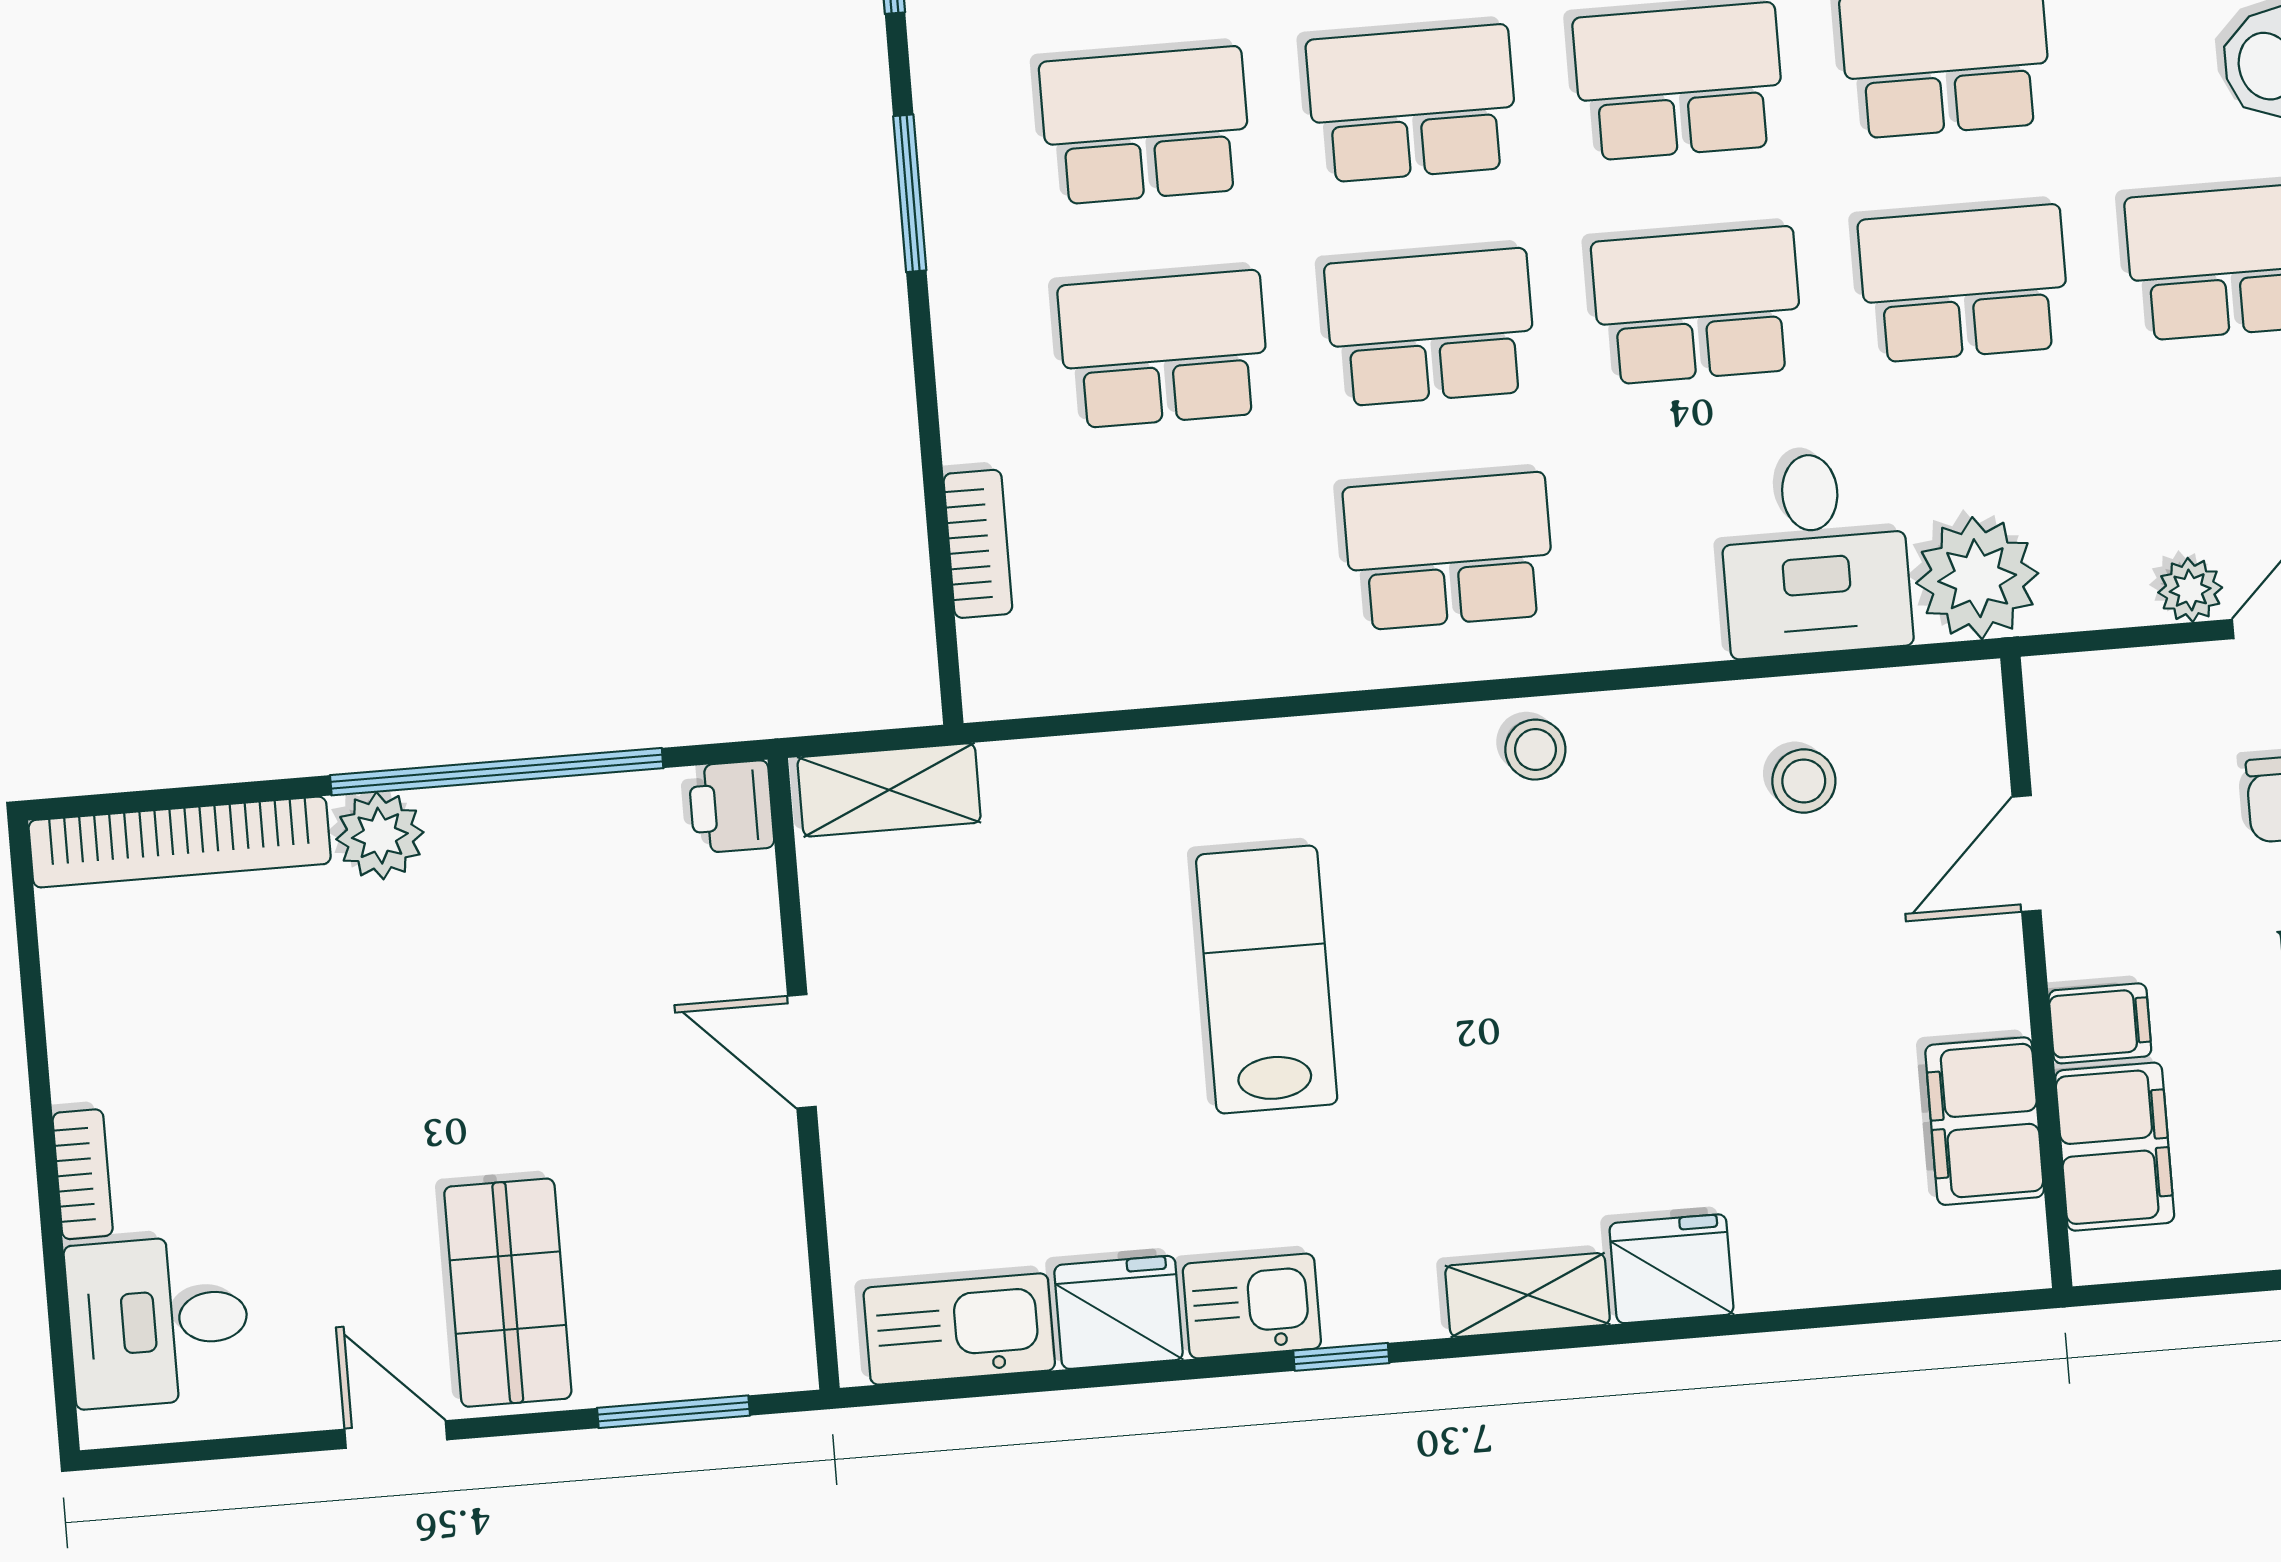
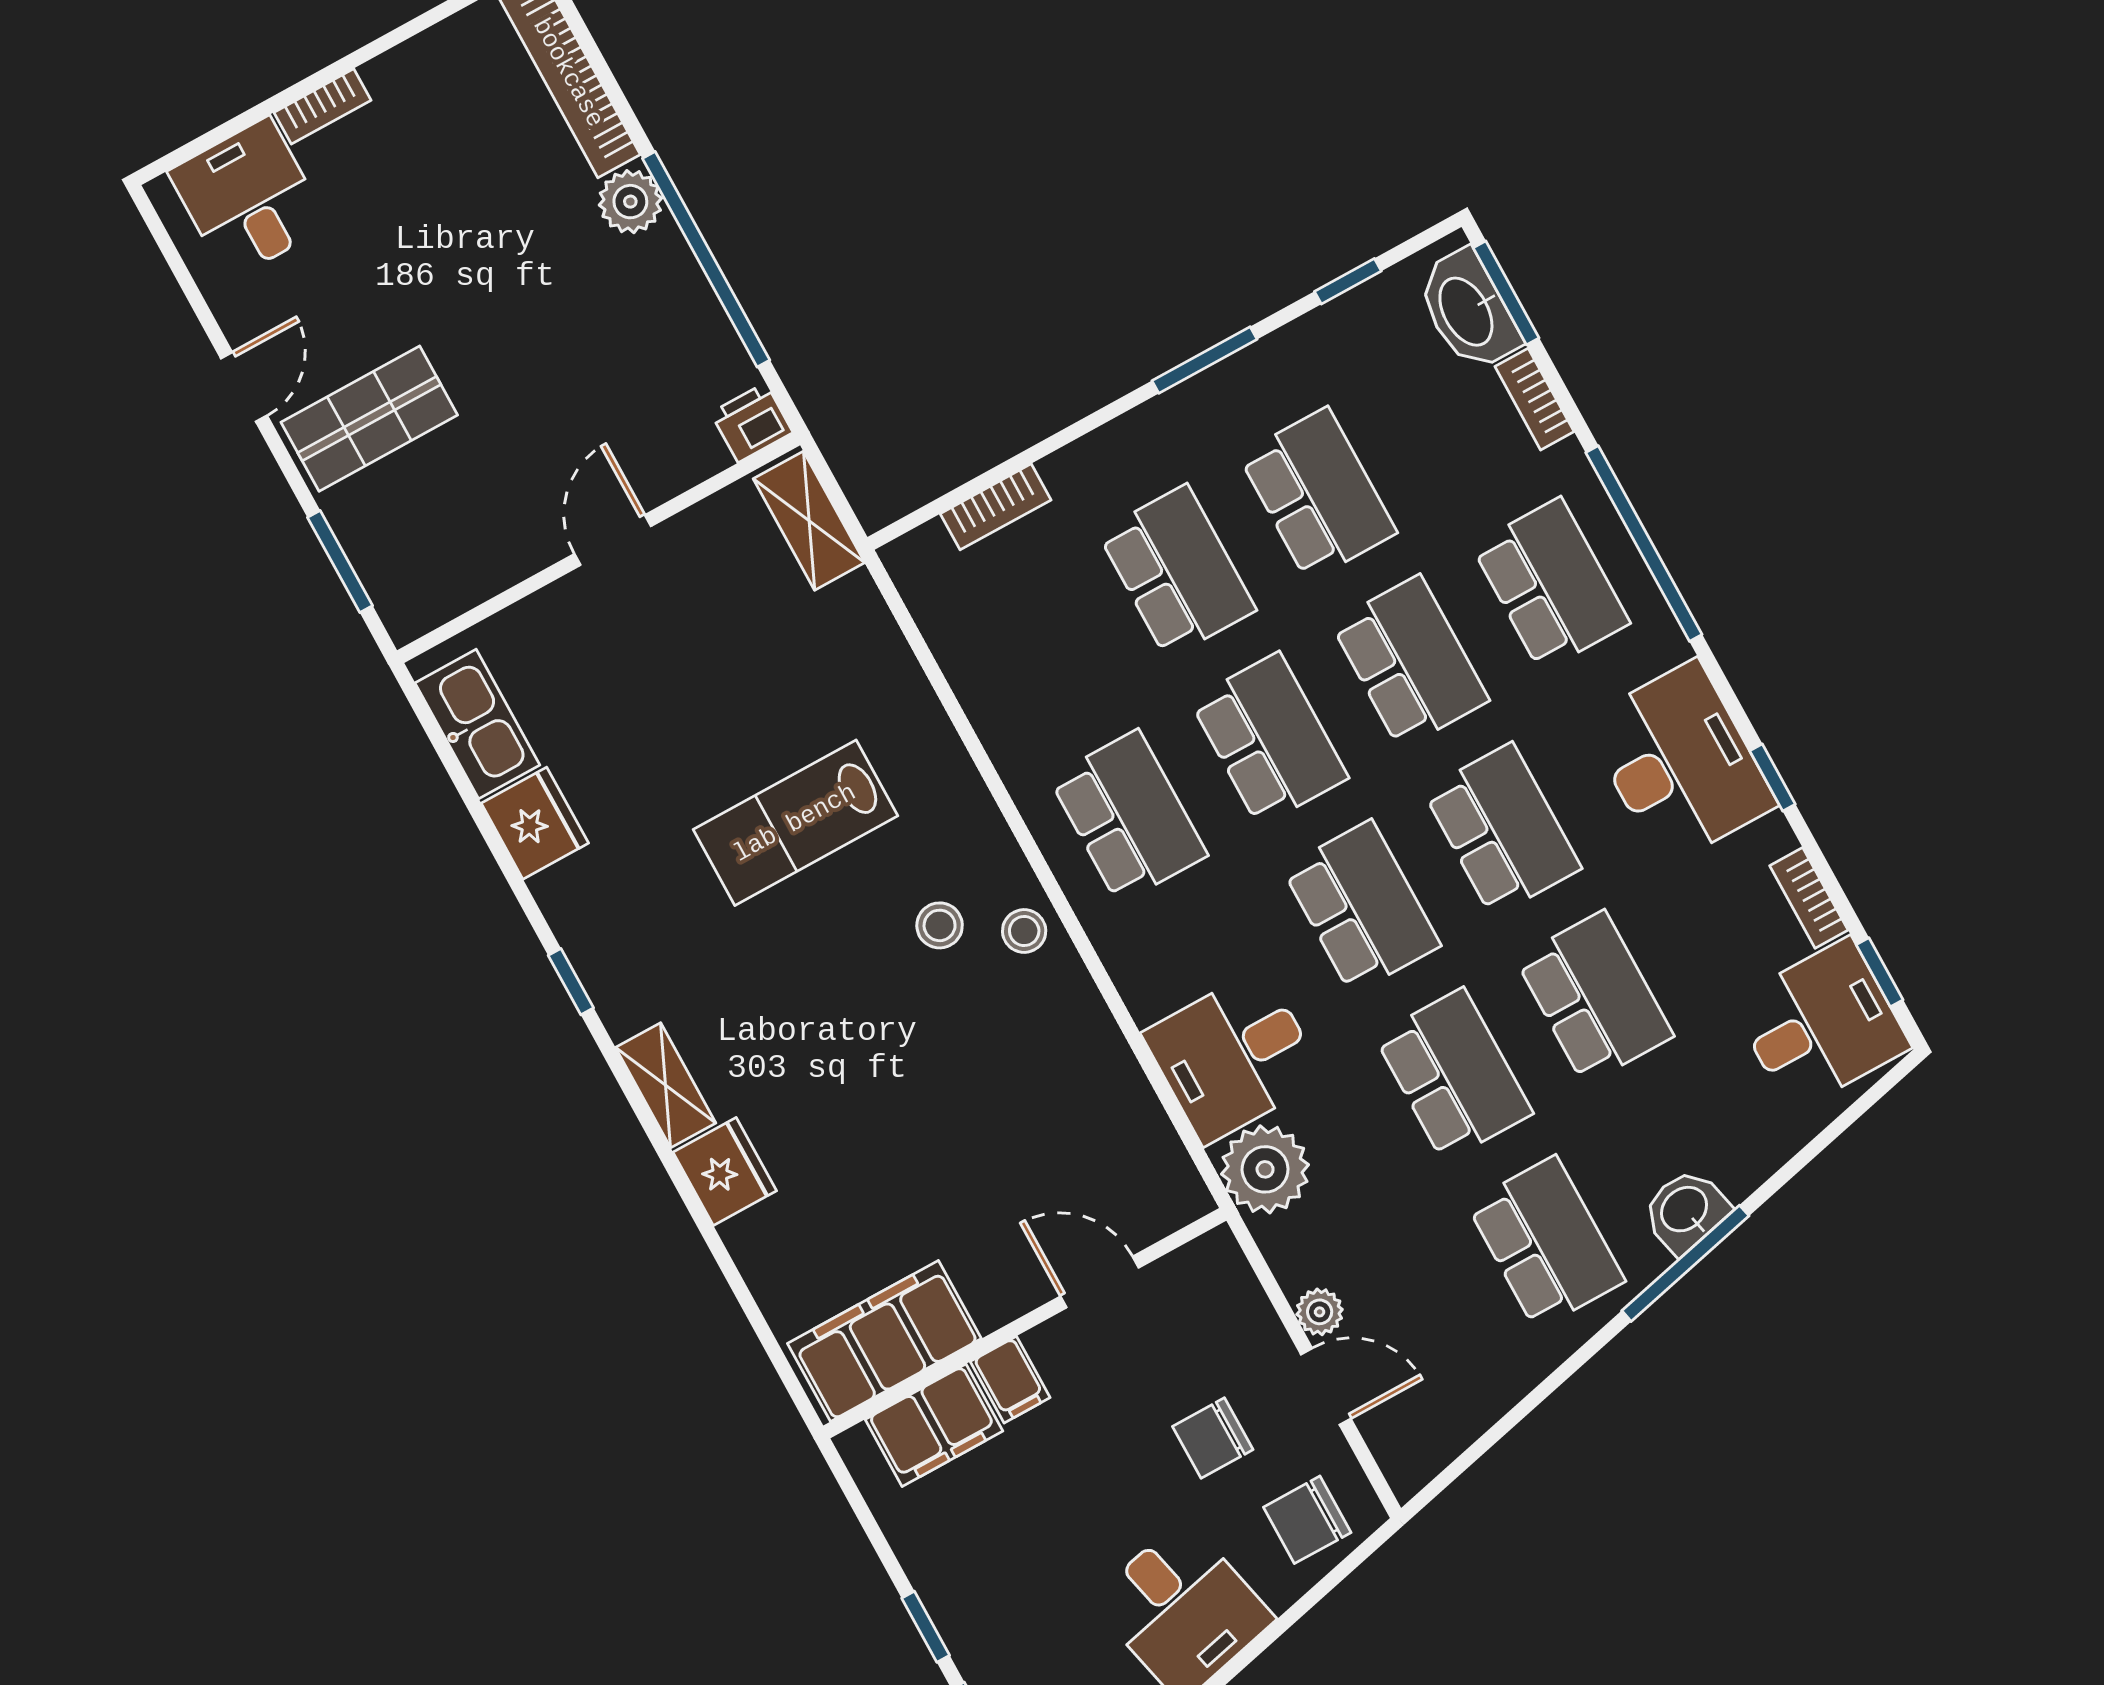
stool: (1804, 781) -> (940, 925), moved
lab bench: (1267, 979) -> (795, 823), turned 180
filing cabinet: (1985, 1121) -> (884, 1341), width x1.50, depth x1.17
kitchen sink: (1252, 1306) -> (578, 908), removed

